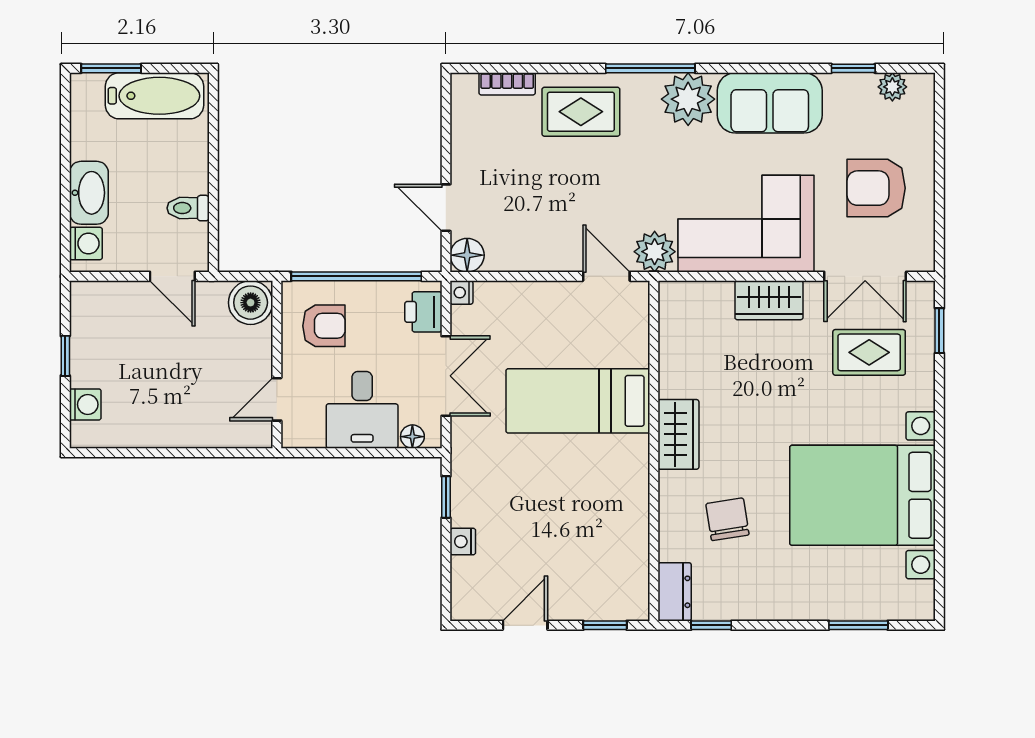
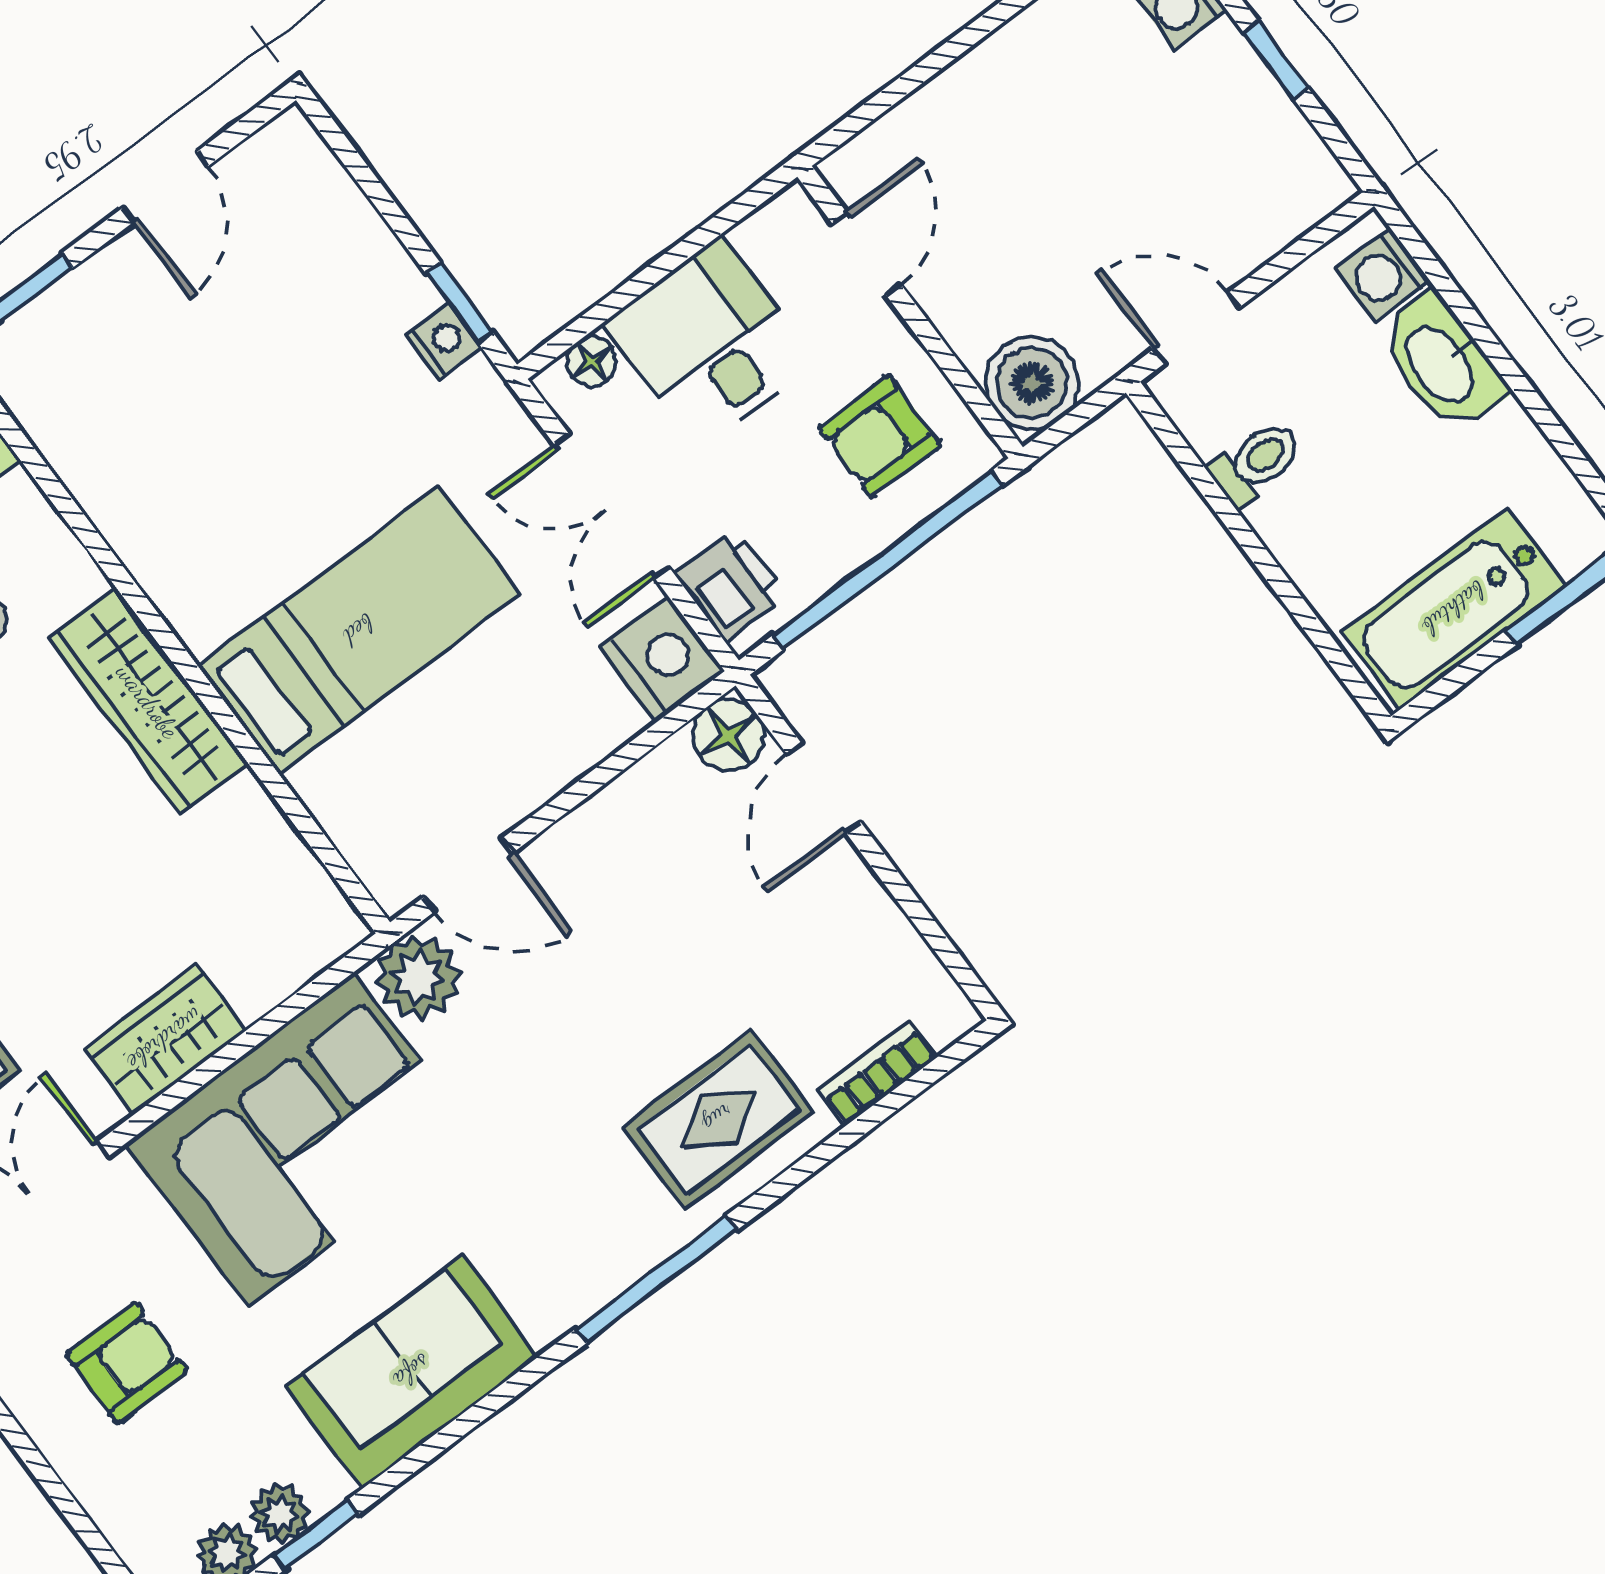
plant: (688, 99) -> (279, 1514), moved, width x0.53, depth x0.53
armchair: (876, 188) -> (127, 1363), width x0.72, depth x0.72
door: (446, 208) -> (824, 788), swing flipped
nightstand: (461, 293) -> (662, 659), width x1.89, depth x1.79
wardrobe: (678, 434) -> (148, 701), width x1.50
nightstand: (463, 542) -> (444, 341), moved

